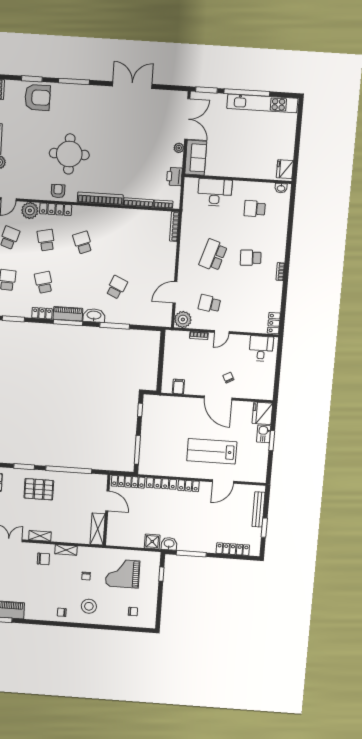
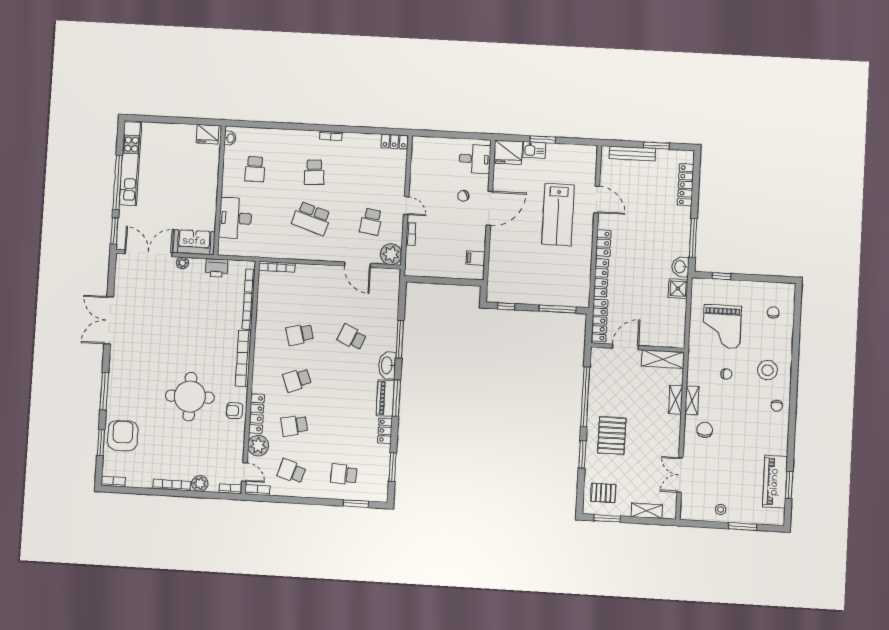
school desk: (44, 282) -> (300, 334), moved
desk: (261, 349) -> (475, 159), moved, turned 180
shelving: (40, 536) -> (676, 400), moved

